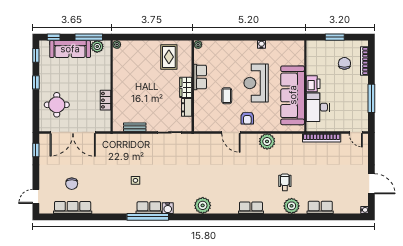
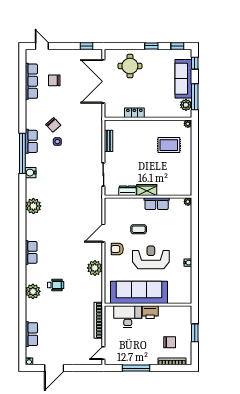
rug: (169, 57) -> (169, 145), moved
chair: (118, 185) -> (53, 125), added
row of seats: (320, 207) -> (31, 334), moved
row of seats: (149, 208) -> (31, 141), moved

